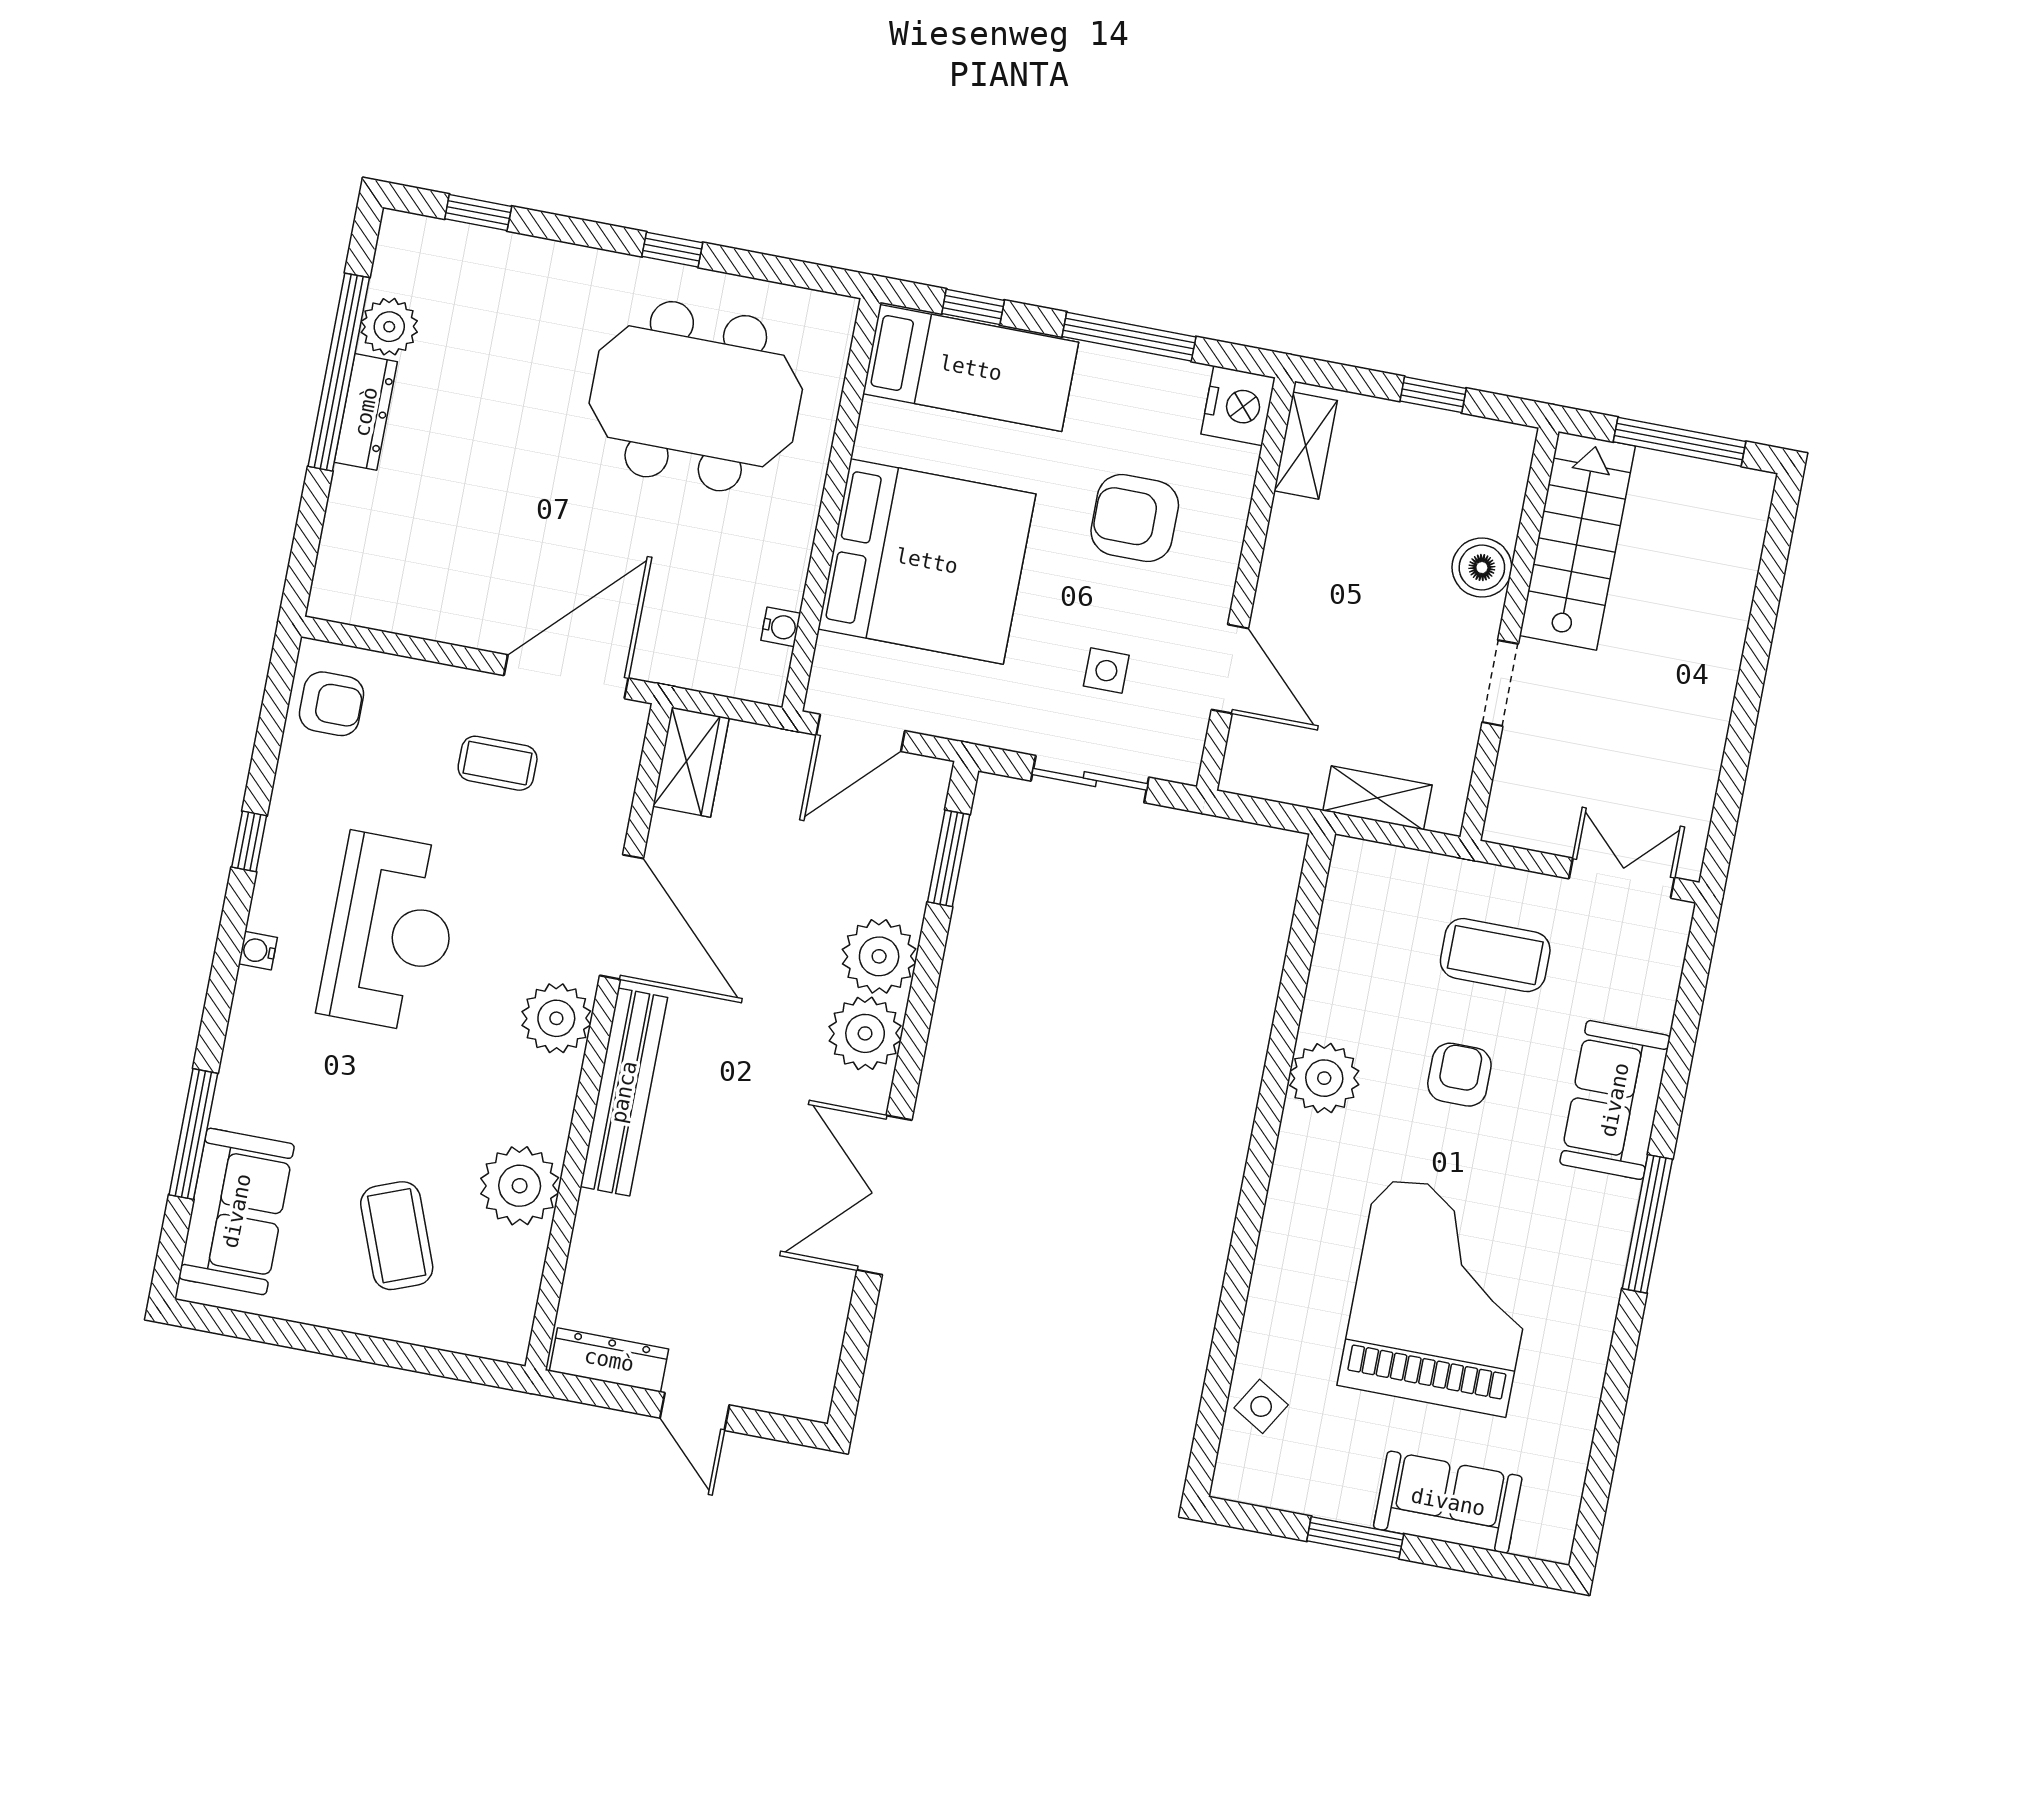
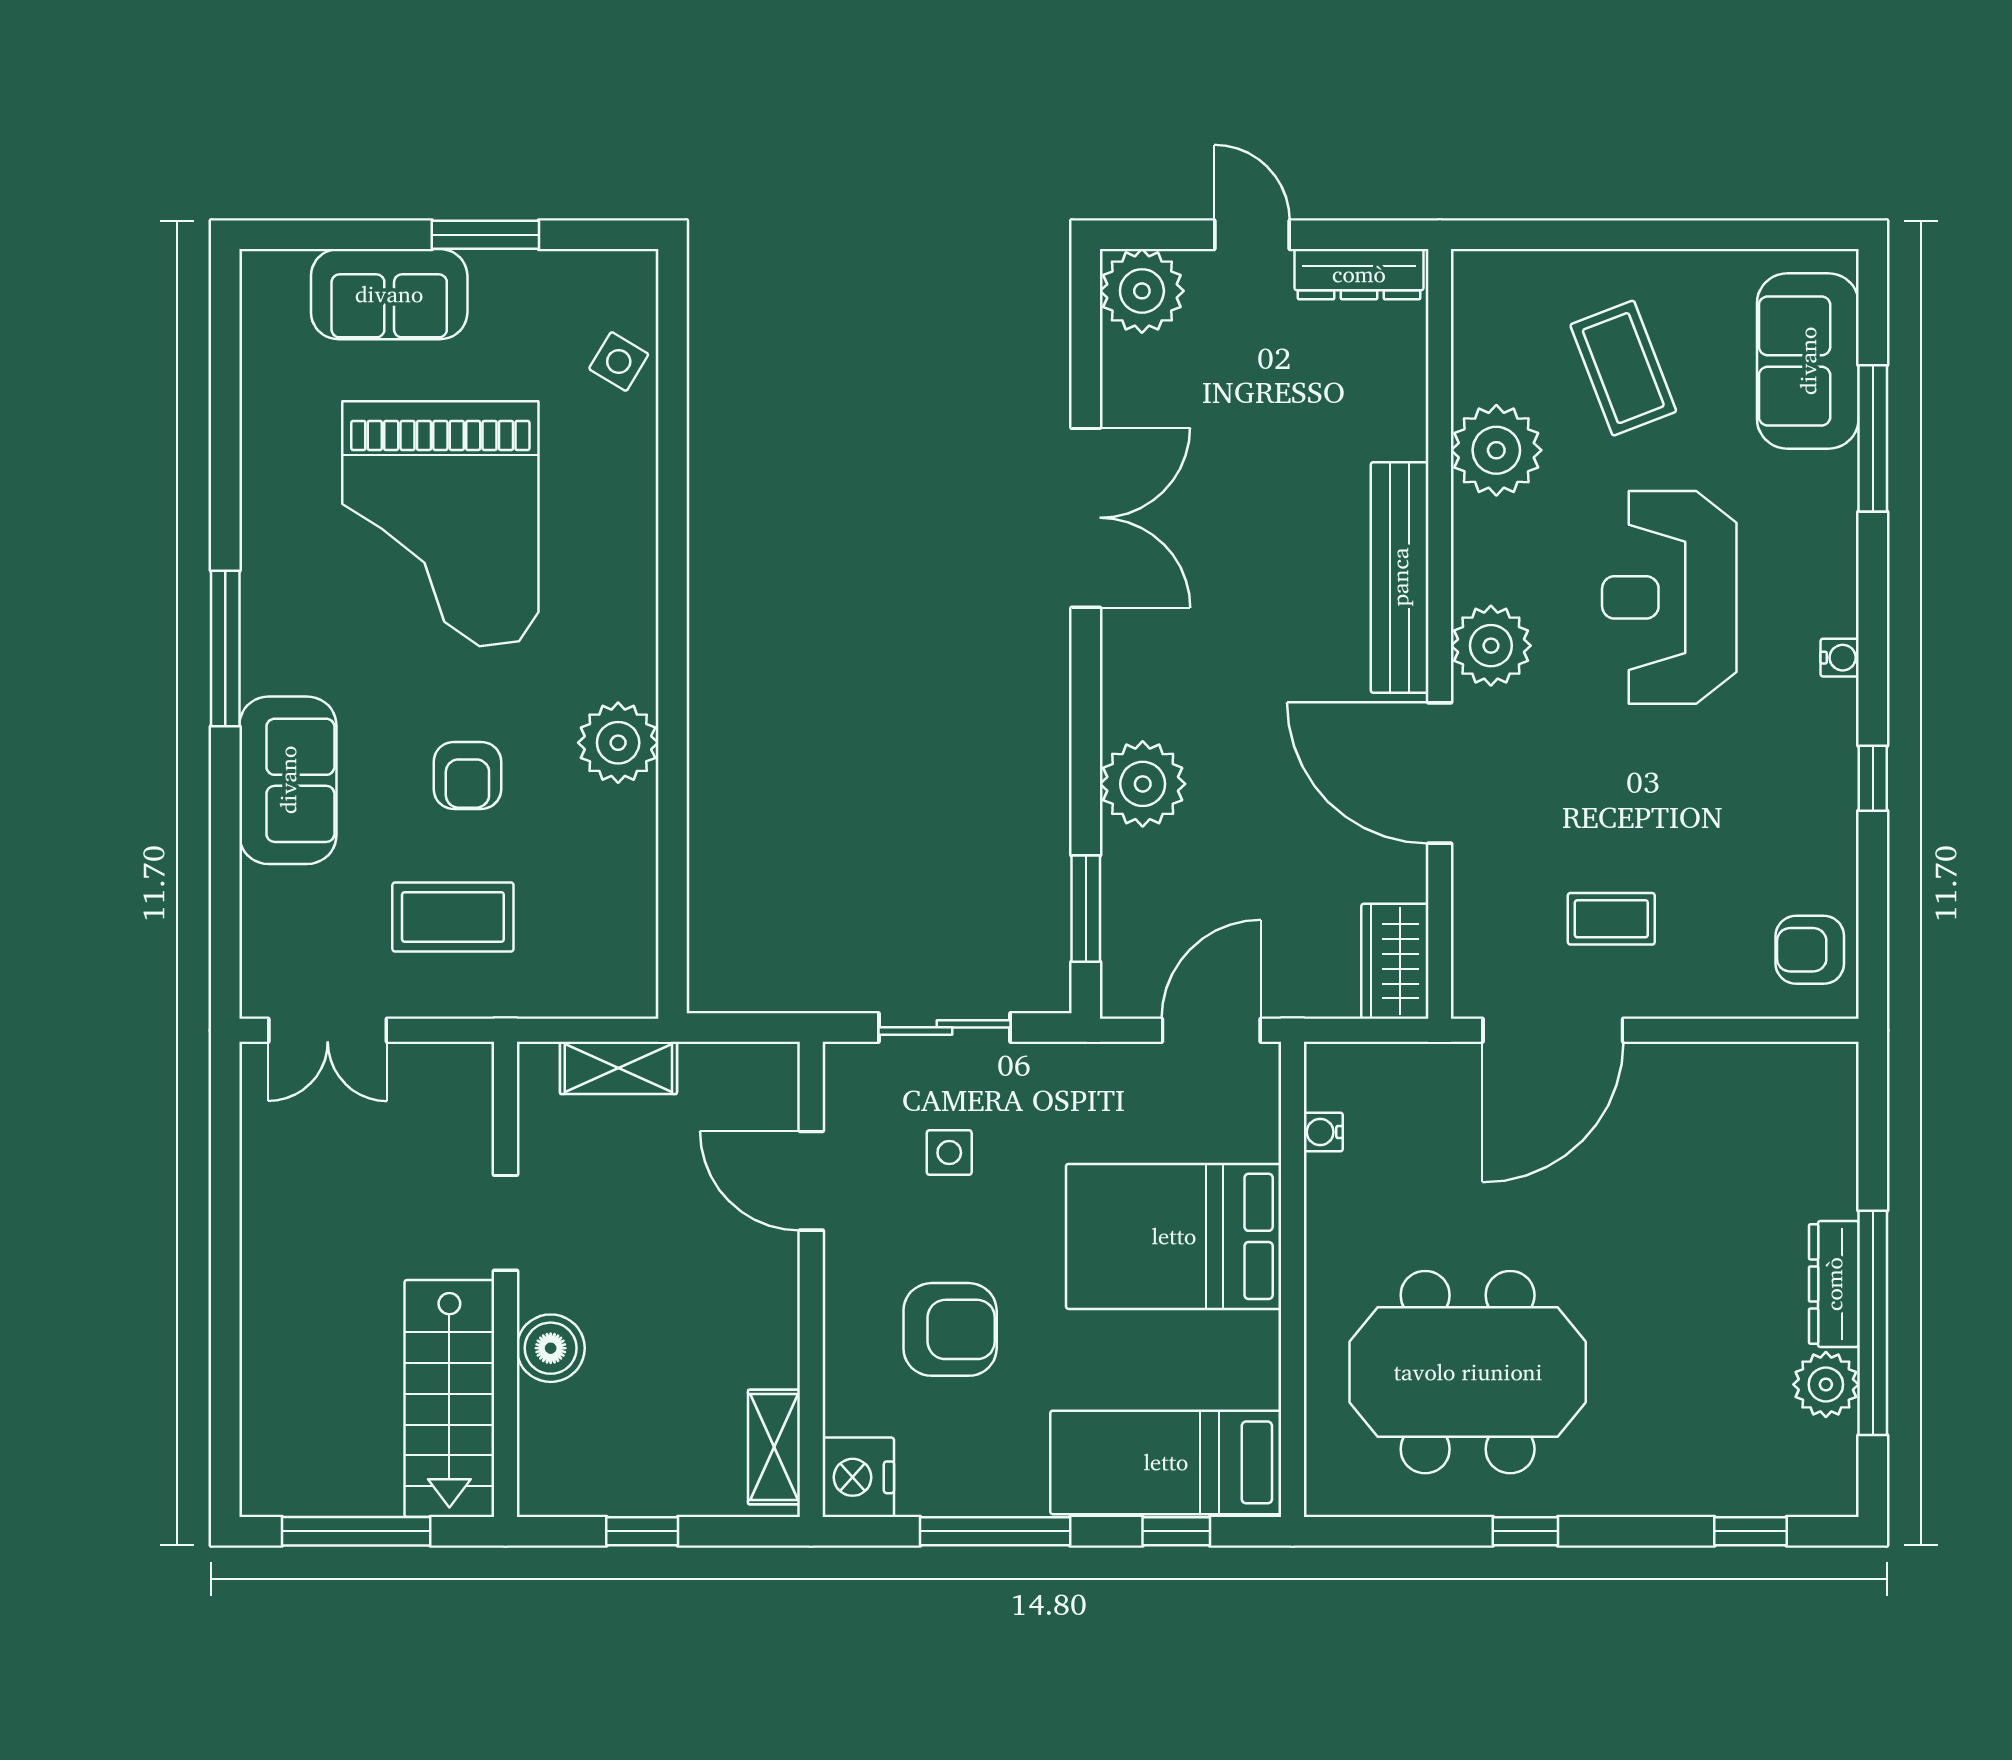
bed: (927, 561) -> (1174, 1236), width x0.73
reception desk: (391, 932) -> (1669, 597), moved
plant: (865, 1033) -> (1142, 291), moved

